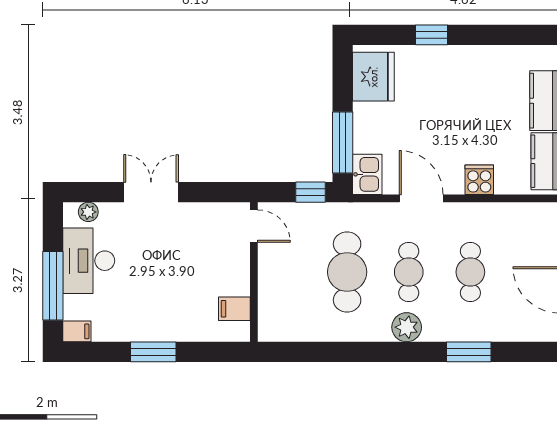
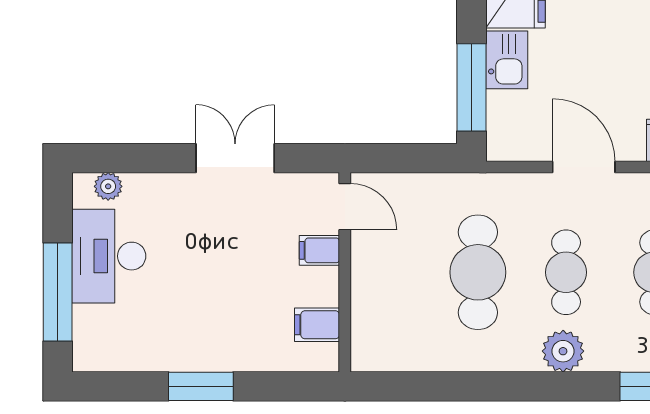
kitchen sink: (367, 174) -> (507, 60), moved
double door: (151, 192) -> (235, 158), moved
window: (310, 192) -> (426, 158), removed
filing cabinet: (77, 331) -> (319, 250), moved, turned 180

